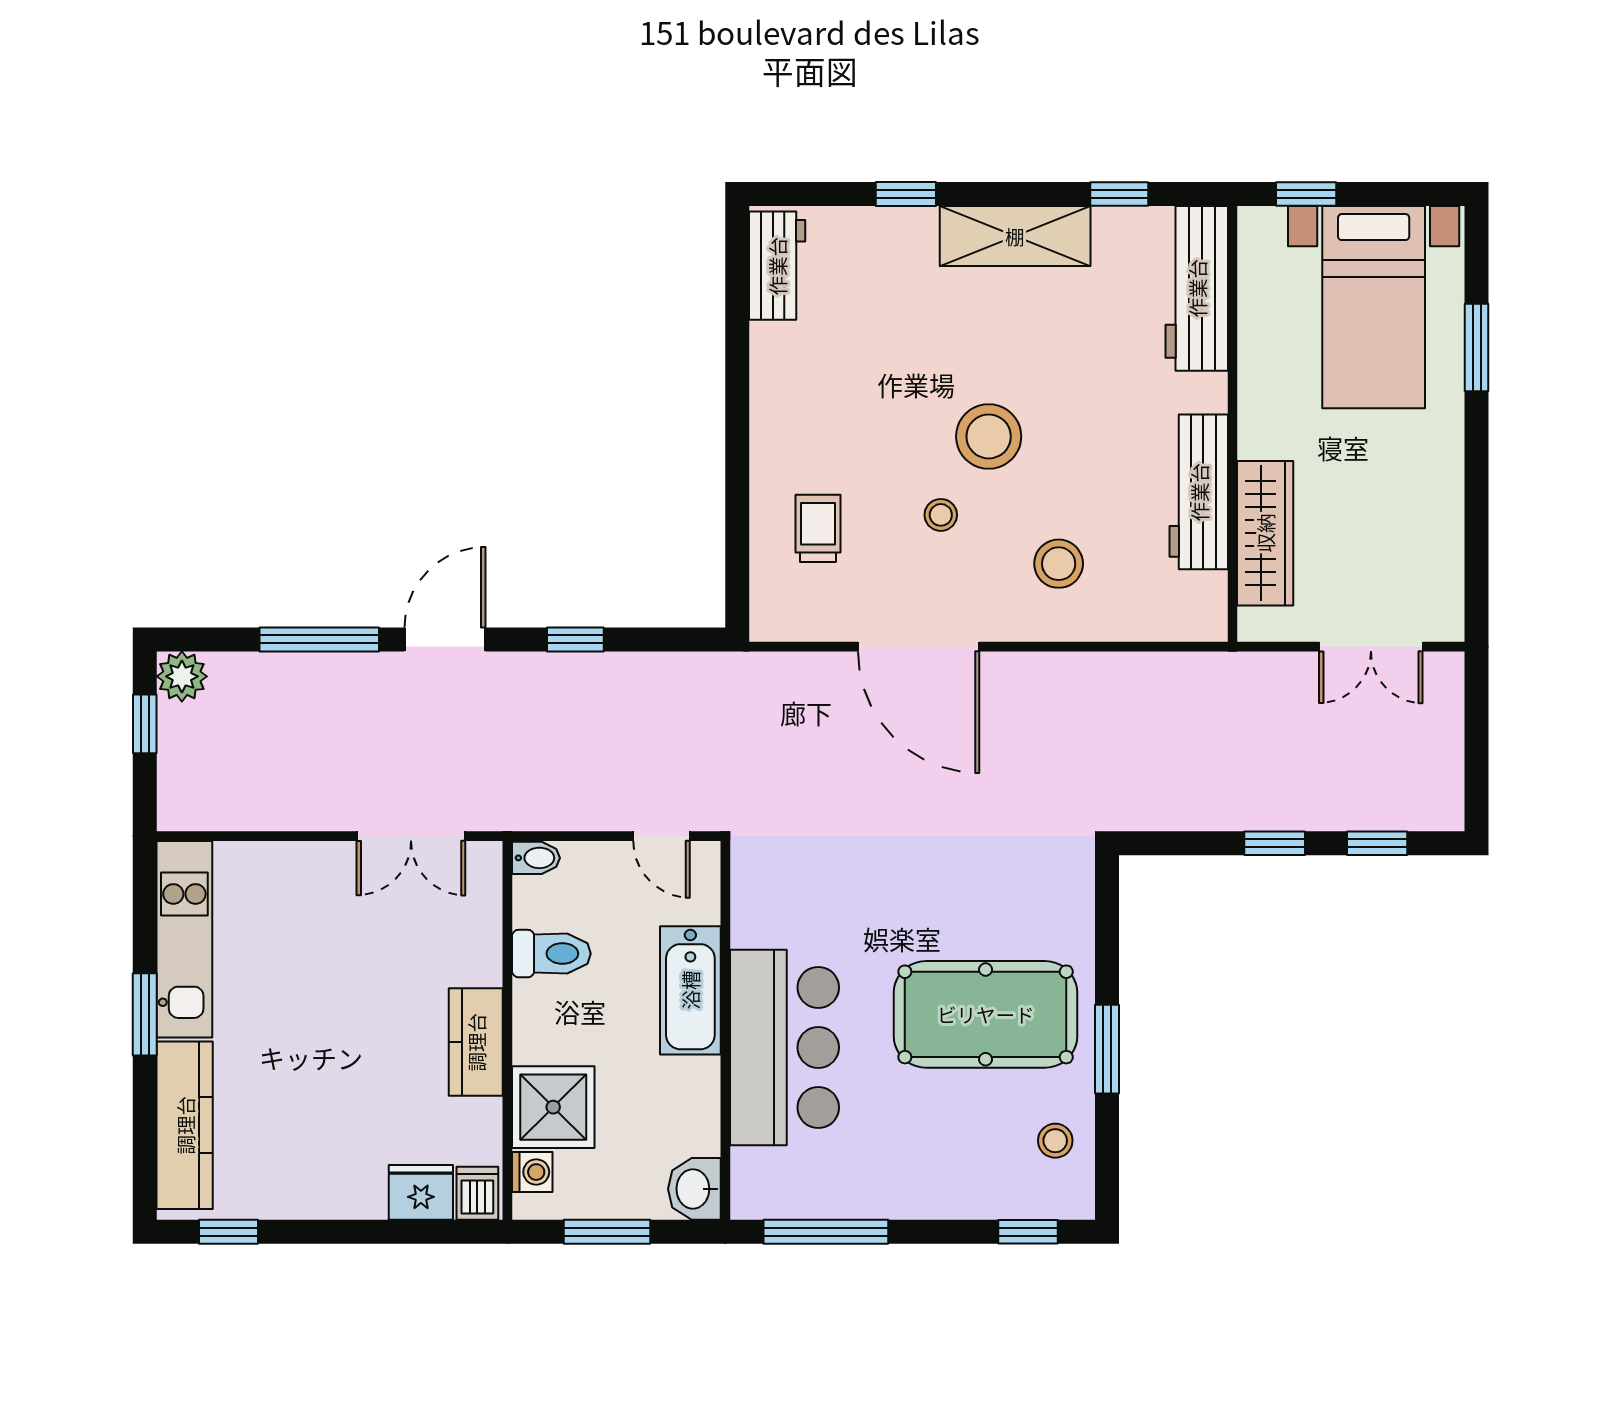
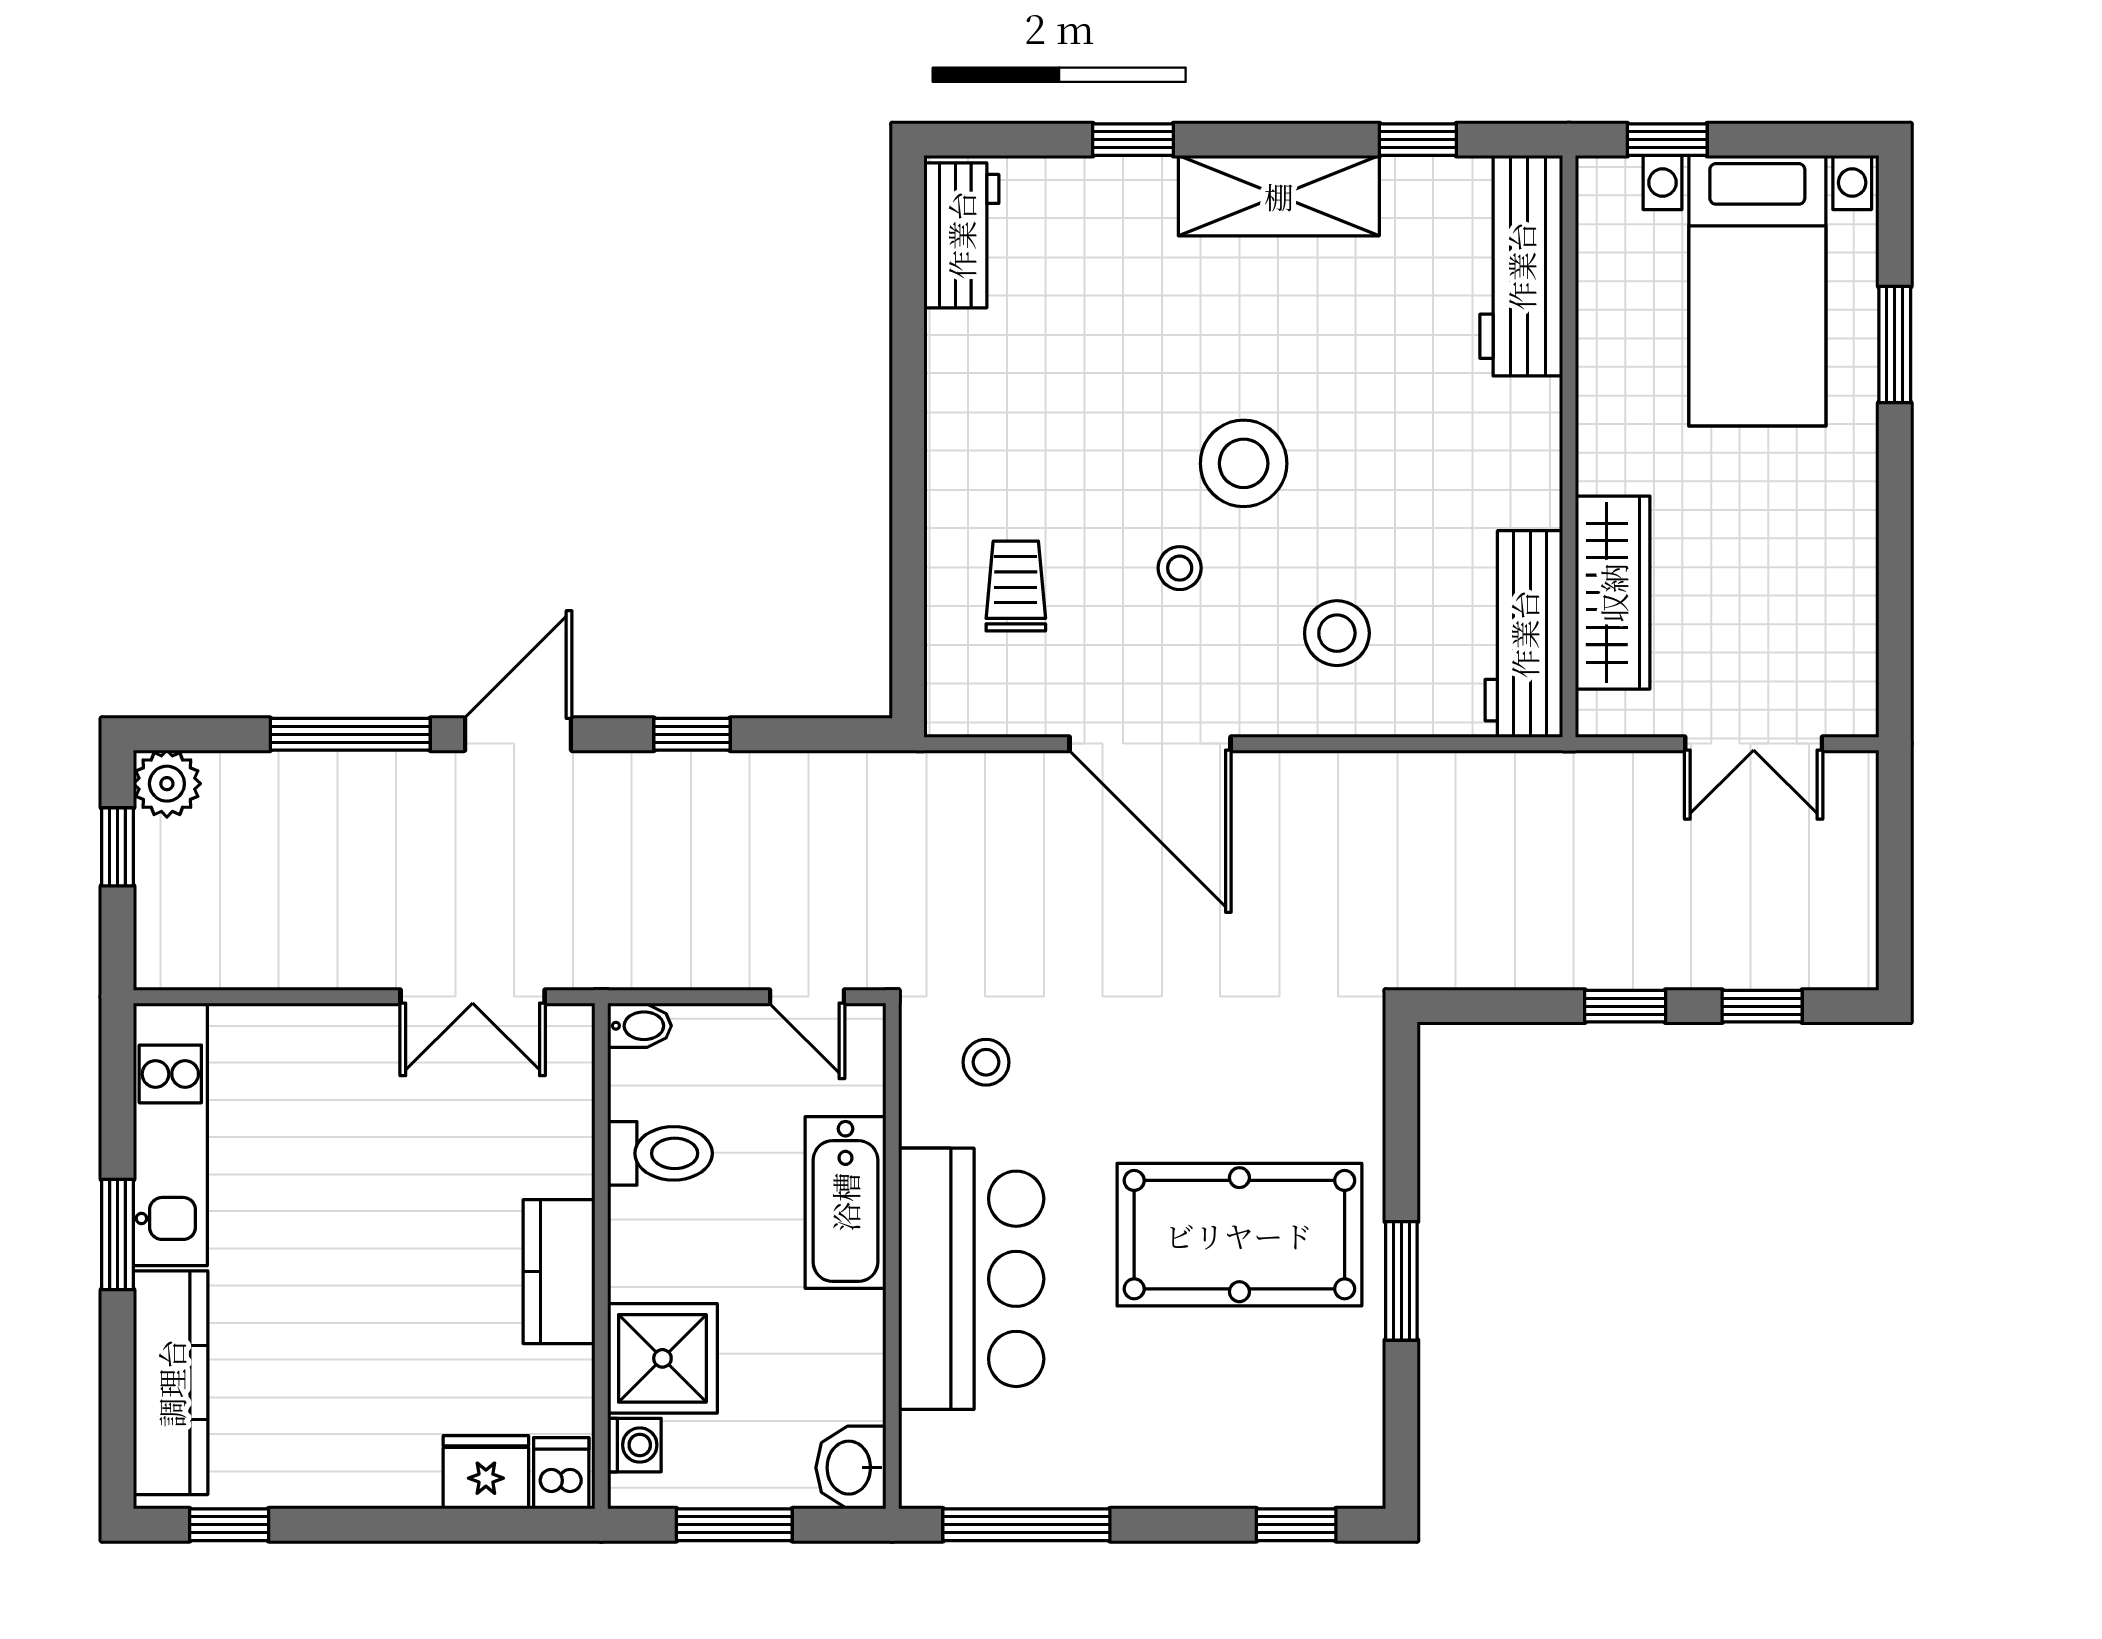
workbench: (1199, 492) -> (1524, 634), moved
stool: (1055, 1141) -> (986, 1062), moved

